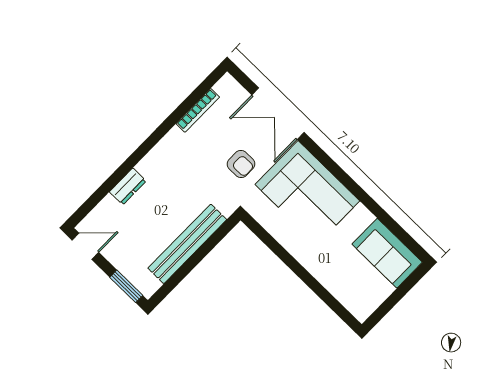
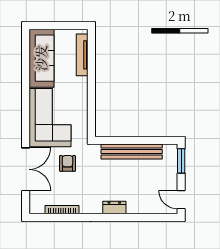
dresser: (128, 186) -> (114, 208), moved
sofa: (387, 253) -> (41, 58), width x1.36
tv unit: (340, 292) -> (82, 55), added

